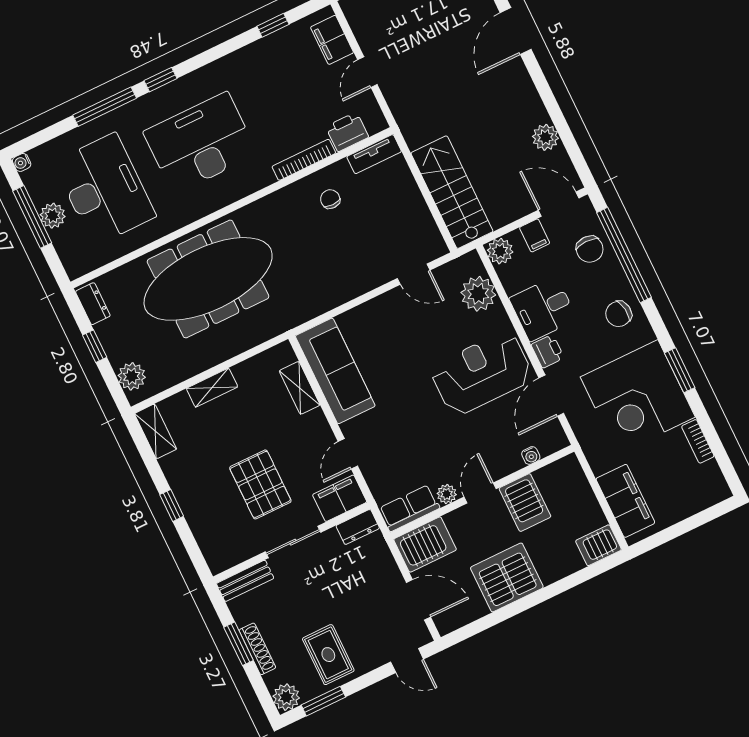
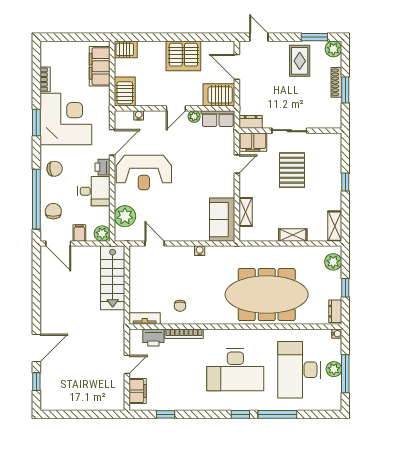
plant: (545, 137) -> (48, 283), removed
water cooler: (22, 162) -> (337, 334), moved
water cooler: (341, 296) -> (200, 251), added
sofa: (335, 371) -> (222, 220), width x0.73
server rack: (525, 503) -> (125, 92), moved
bench: (245, 581) -> (325, 122), removed

